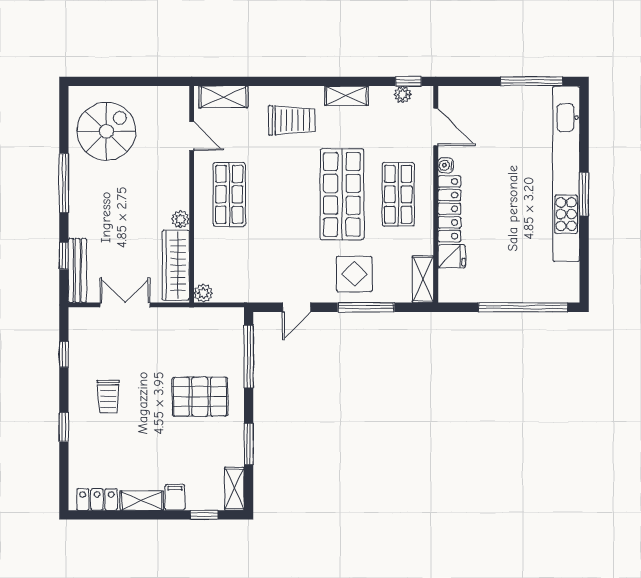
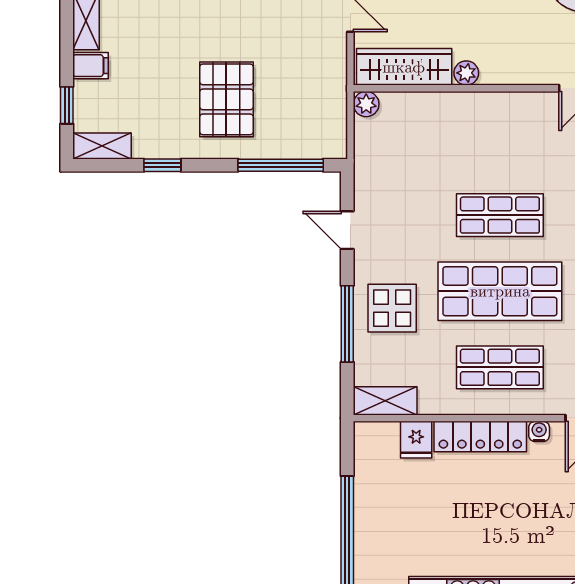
shop shelf: (229, 194) -> (500, 215), moved
window: (249, 444) -> (162, 165), width x0.67

